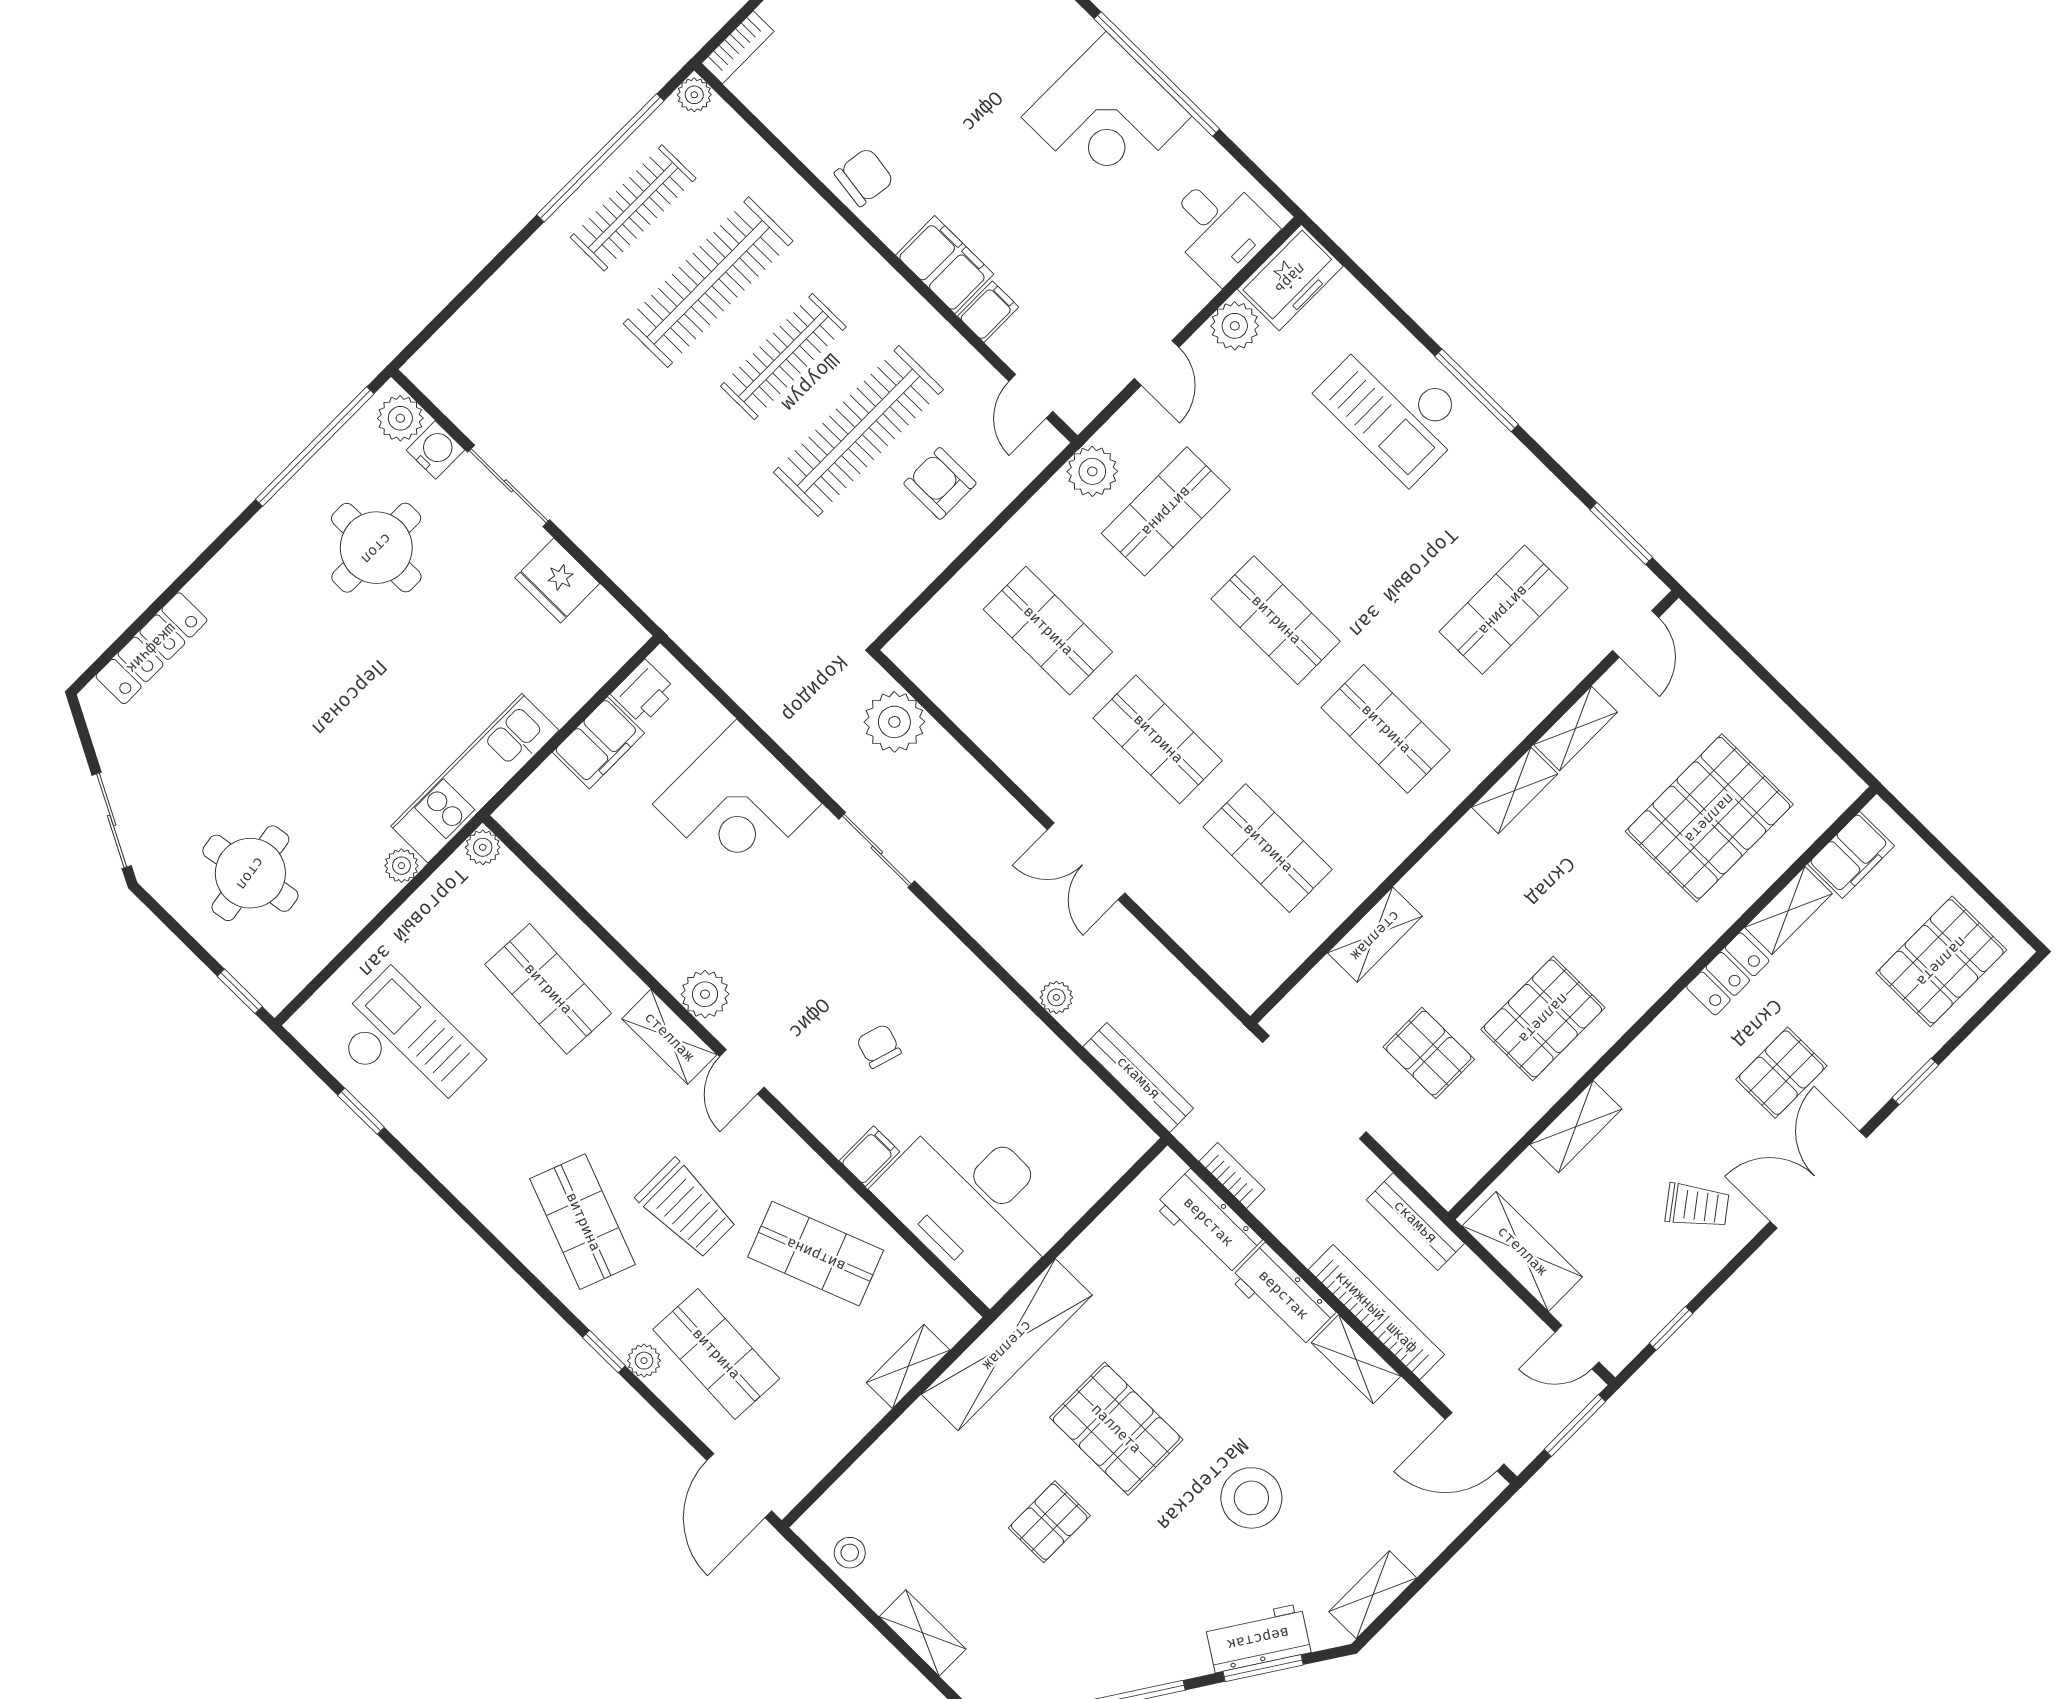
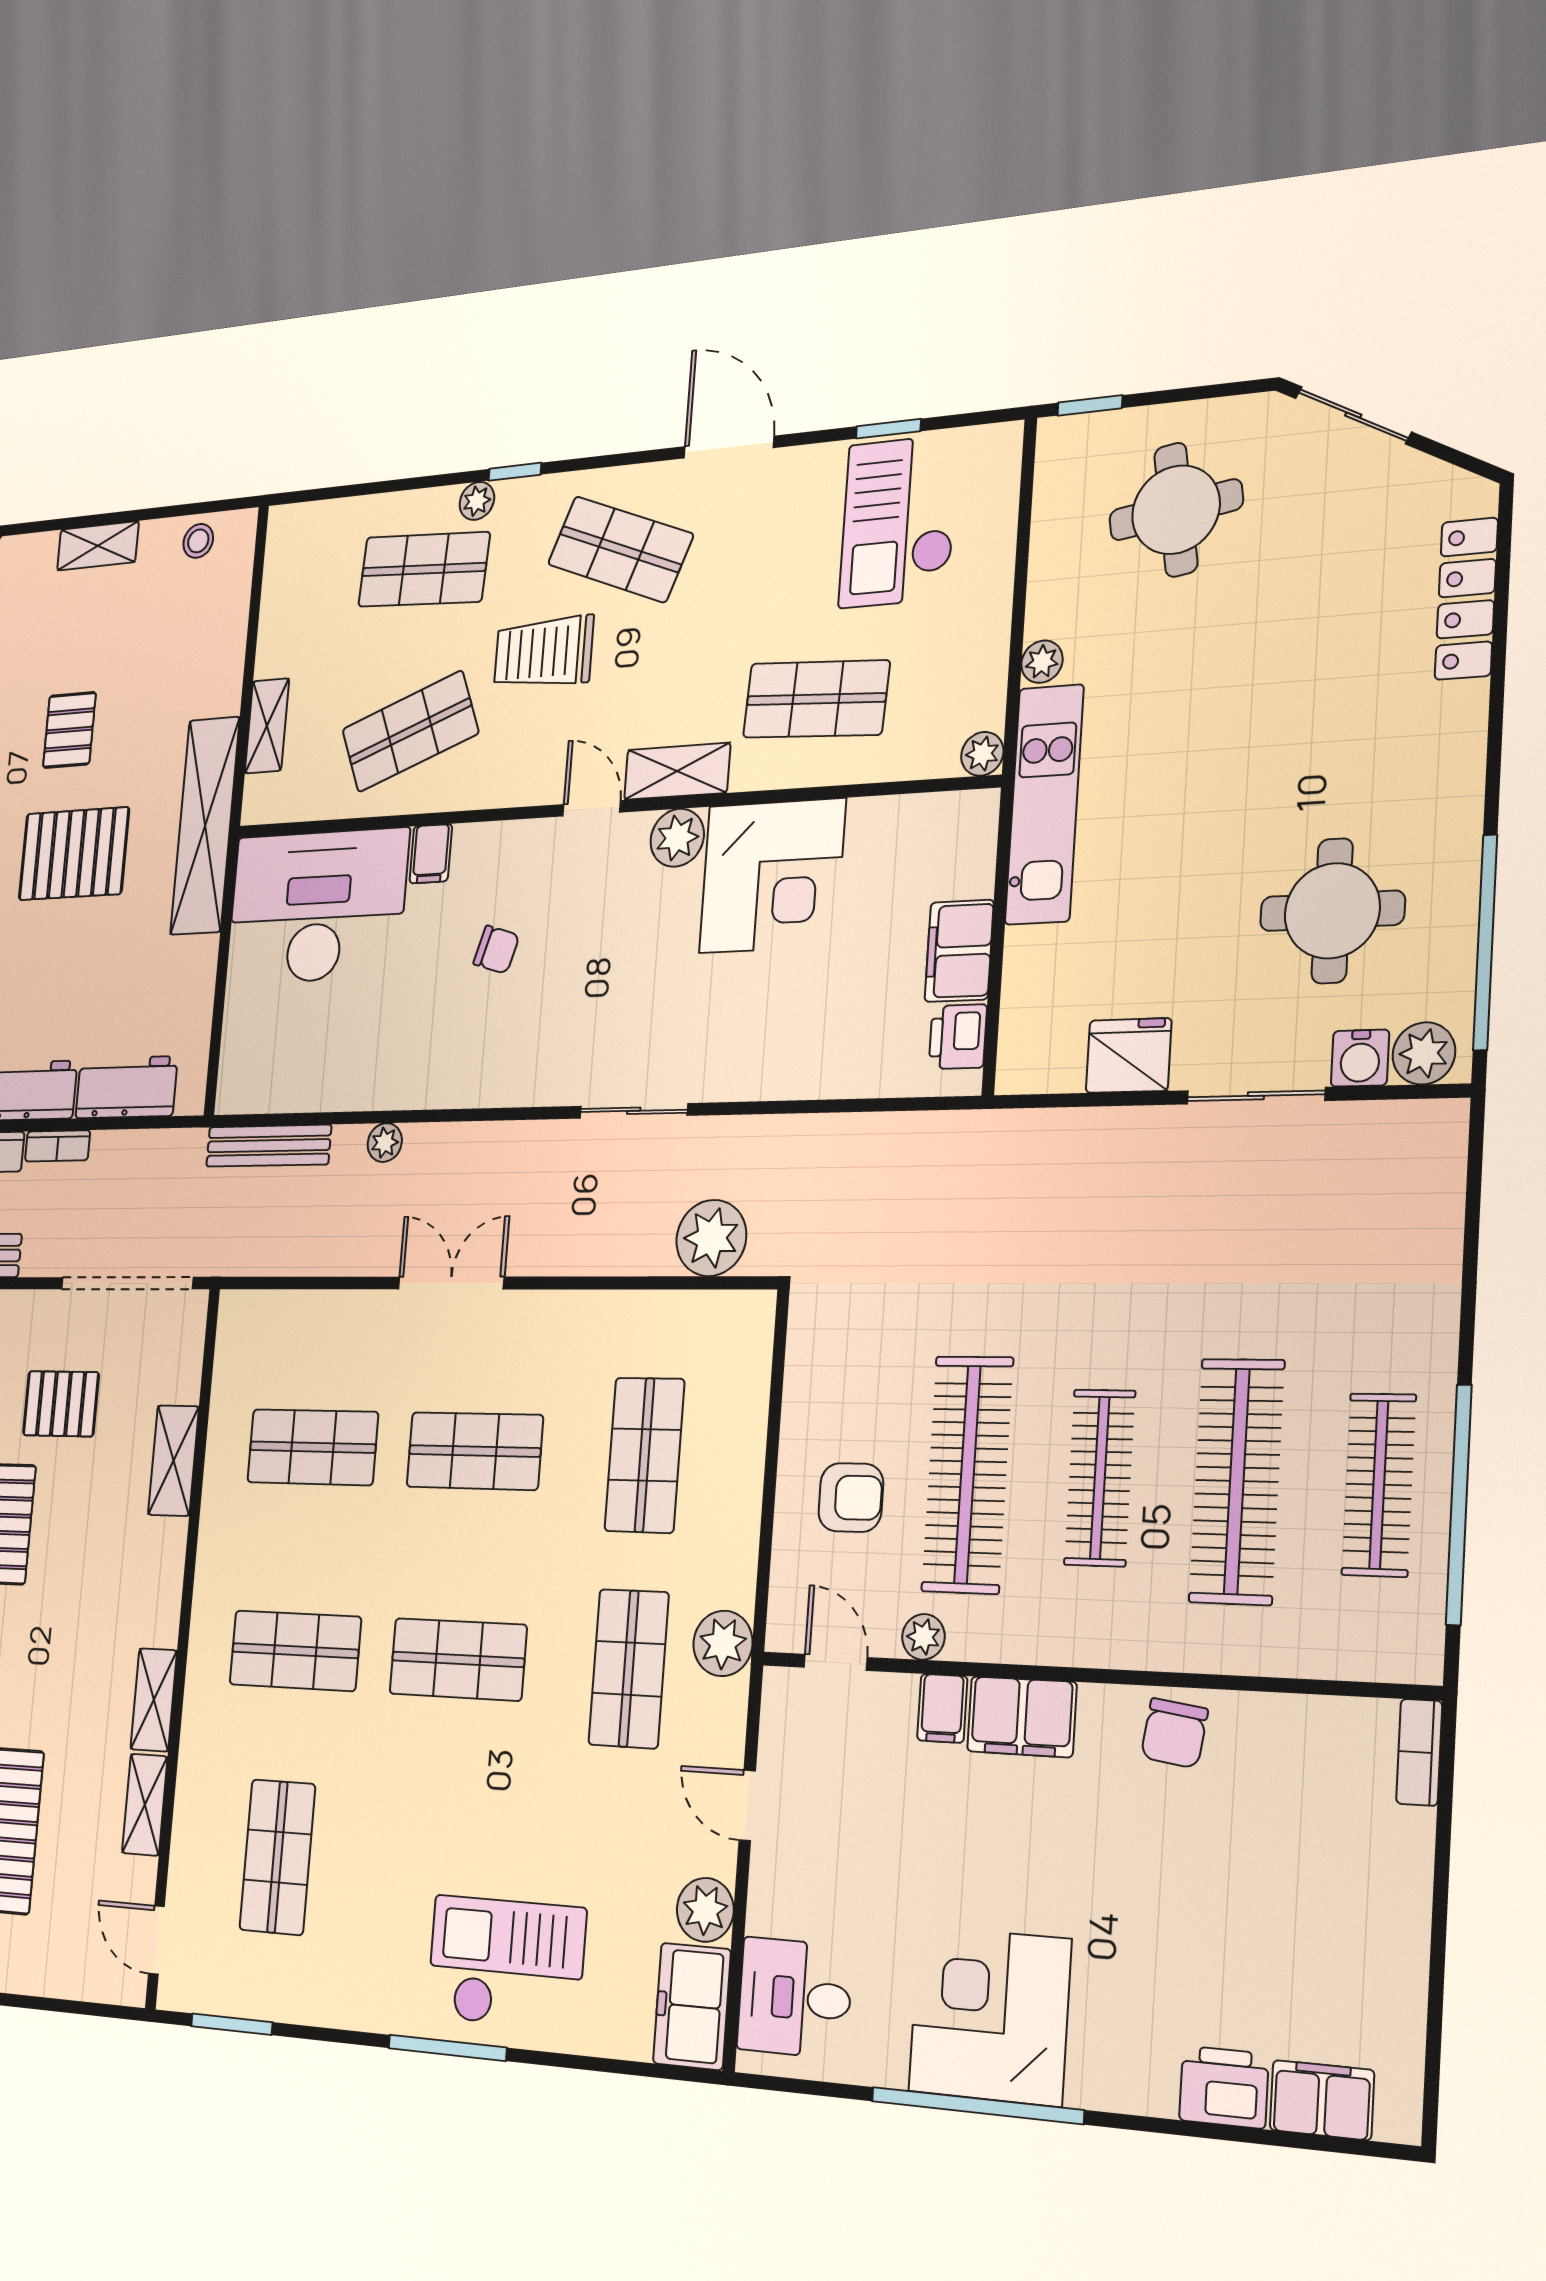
plant: (694, 95) -> (923, 1637), moved
shop shelf: (1048, 631) -> (645, 1455), turned 90
corner desk: (737, 804) -> (772, 876), moved, turned 180
checkout: (406, 1046) -> (899, 521), turned 90
bookcase: (1232, 1175) -> (57, 1146), moved
door: (739, 1486) -> (729, 447), moved

